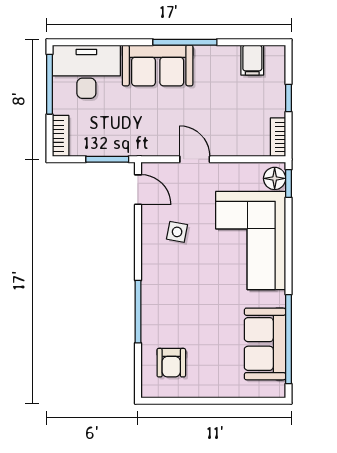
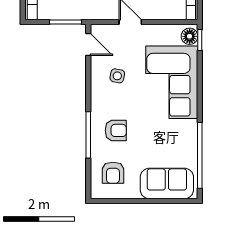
armchair: (175, 306) -> (116, 130), added
sofa: (265, 344) -> (167, 183), moved, turned 90

